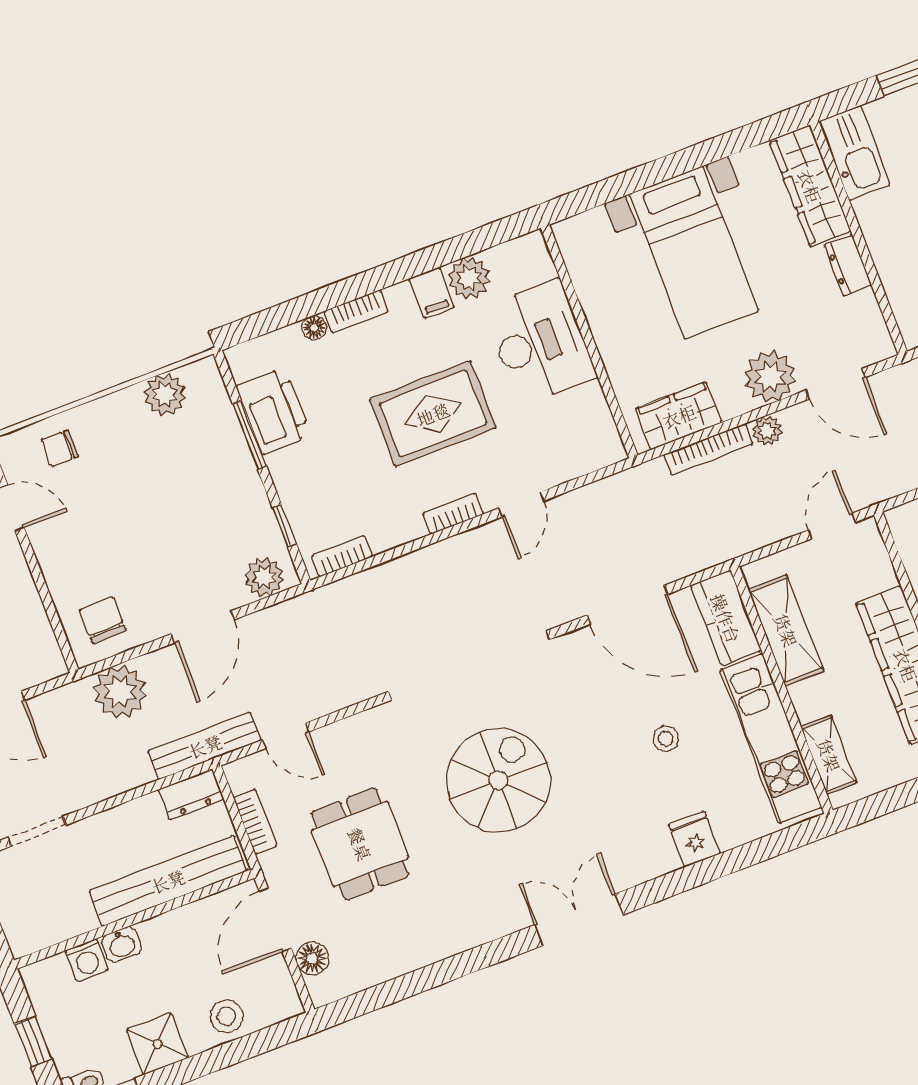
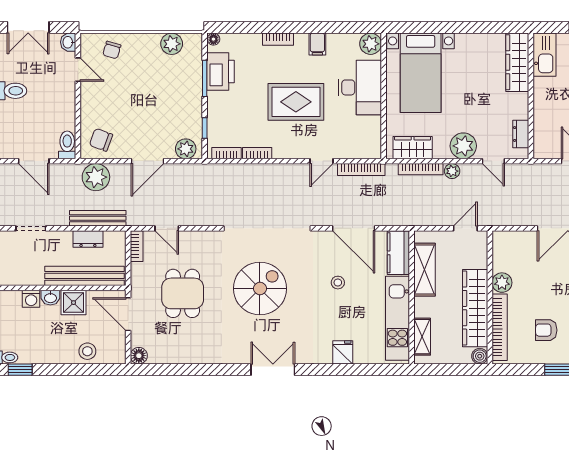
bed with nightstands: (694, 253) -> (421, 73), moved
dresser: (848, 265) -> (521, 134), moved
plant: (469, 278) -> (371, 44), moved
floor lamp: (314, 328) -> (213, 39), moved
door: (836, 384) -> (493, 161), width x0.73
chair: (60, 448) -> (112, 50), turned -74
bookcase: (600, 492) -> (361, 170), added
bookcase: (453, 514) -> (257, 153), moved
chair: (103, 620) -> (101, 140), turned -70
toilet: (45, 653) -> (67, 145), added
stool: (666, 739) -> (338, 283), moved
bench: (205, 746) -> (98, 218), moved
dresser: (191, 794) -> (88, 239), moved
bookcase: (255, 821) -> (137, 246), moved
door: (275, 920) -> (128, 314), hinge flipped
floor lamp: (312, 958) -> (139, 356), moved
shower: (157, 1044) -> (74, 303), moved

